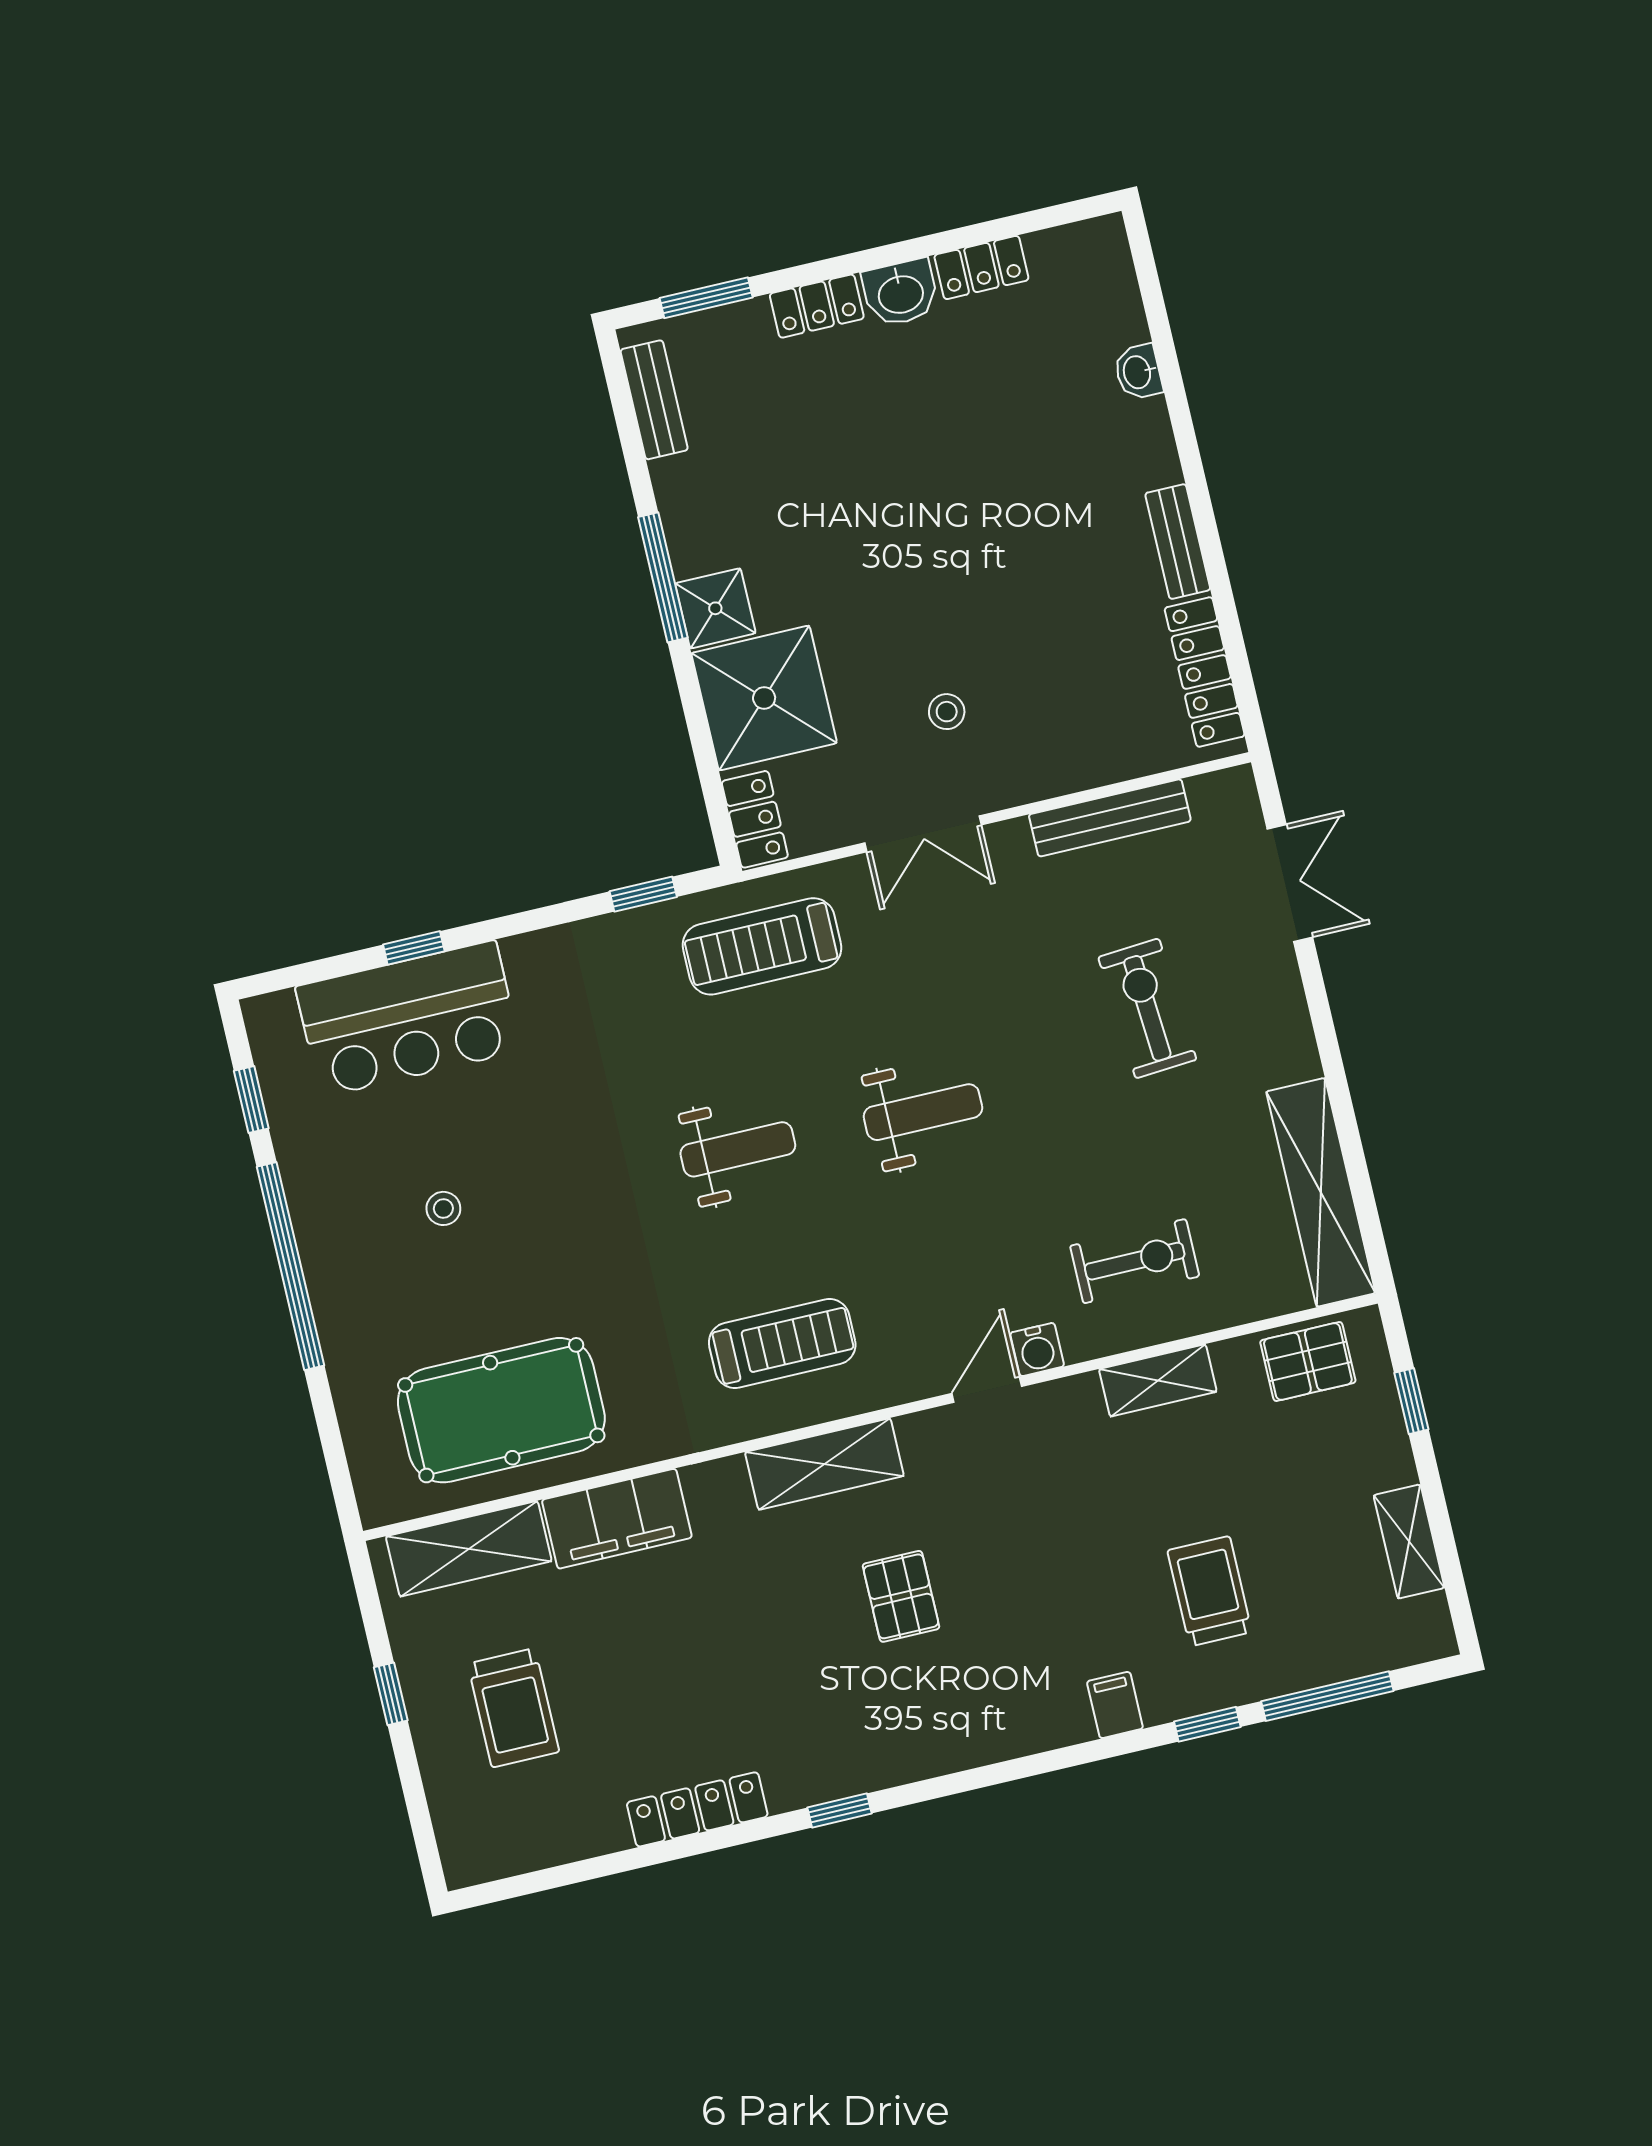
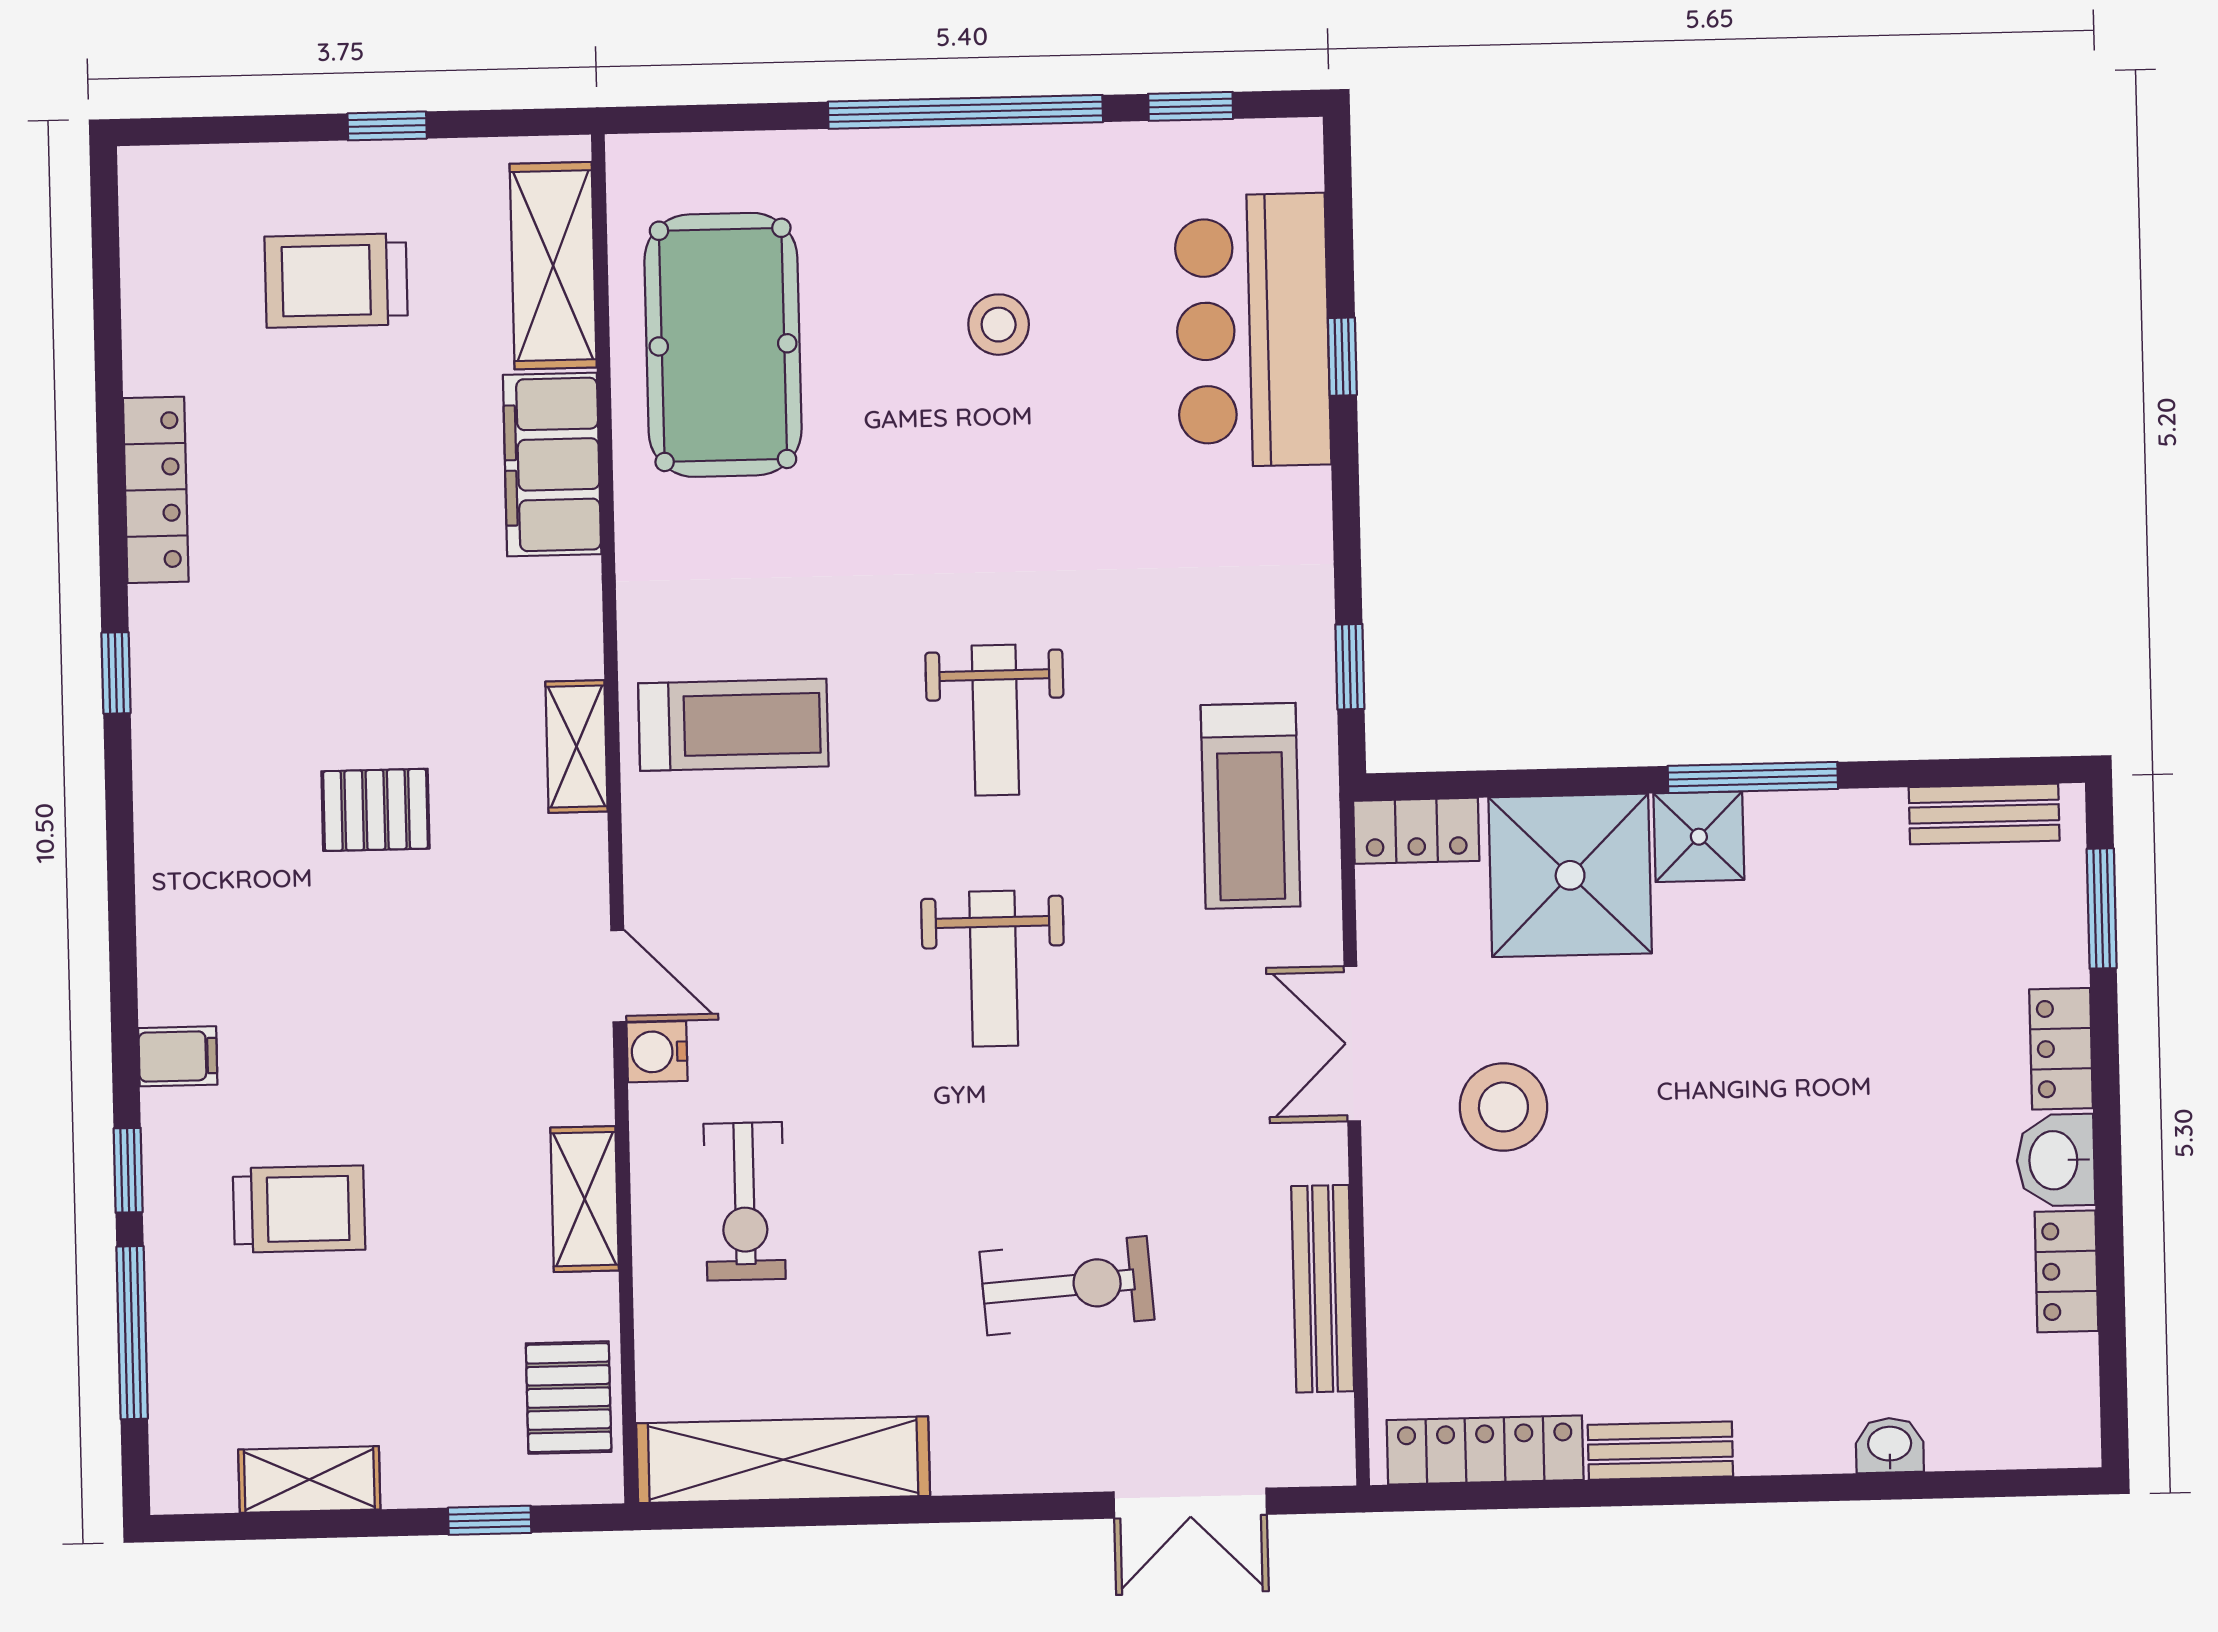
stool: (947, 712) -> (1503, 1107), width x1.89, depth x1.89
treadmill: (762, 946) -> (1251, 806), turned 180
stool: (443, 1208) -> (999, 325), width x1.37, depth x1.37
treadmill: (782, 1343) -> (733, 725), turned -90
shelving: (824, 1464) -> (576, 747), width x0.67, depth x0.75

